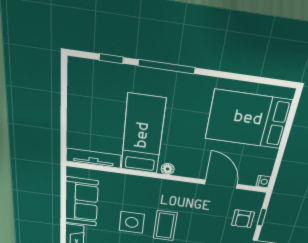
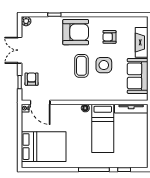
door: (221, 184) -> (40, 102), moved

